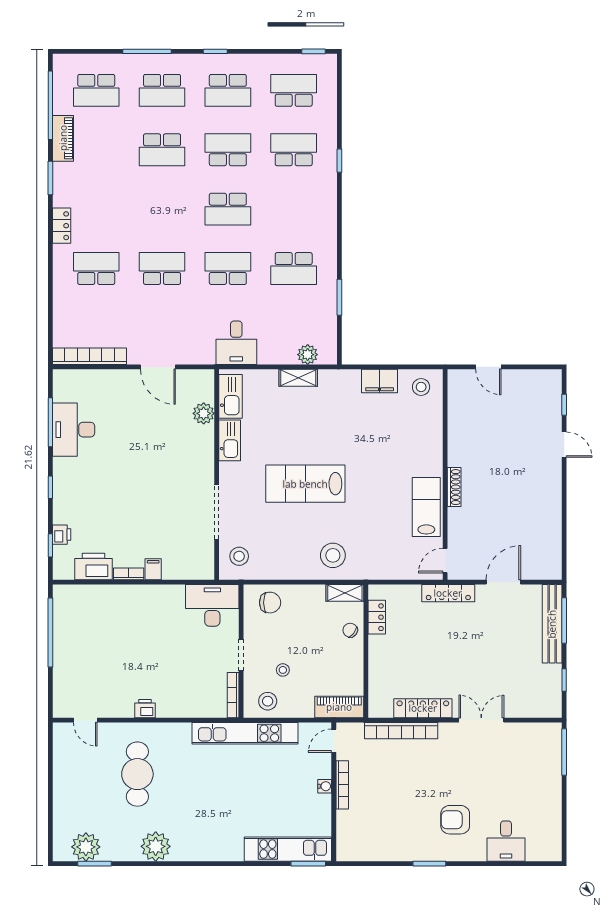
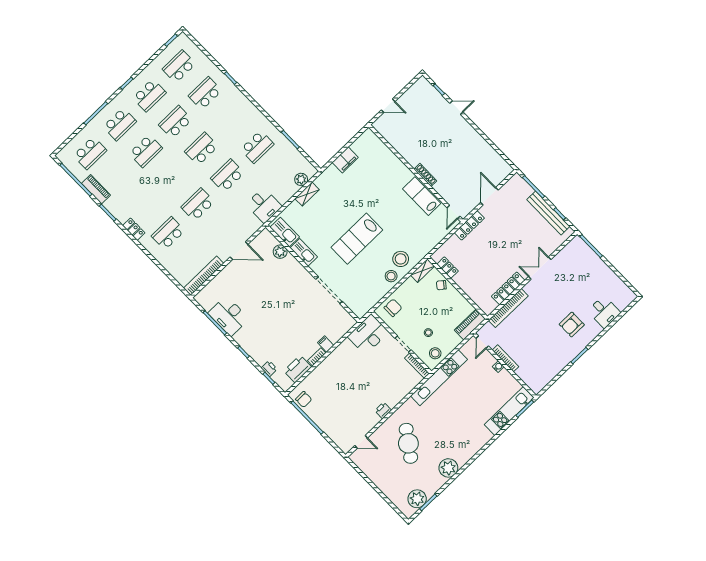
school desk: (228, 209) -> (201, 149), turned 180
stool: (421, 387) -> (367, 144), removed
stool: (239, 556) -> (391, 276), moved
chair: (67, 608) -> (304, 399), added
bench: (552, 624) -> (548, 213), moved
cafe table: (137, 774) -> (408, 443), turned 35

